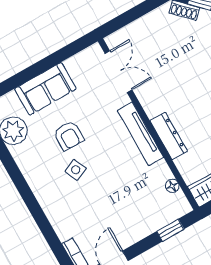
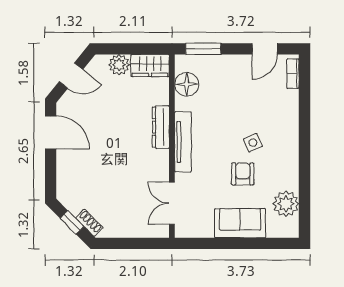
floor lamp: (172, 186) -> (187, 84), width x1.89, depth x1.89
window: (170, 230) -> (203, 49), width x1.50

